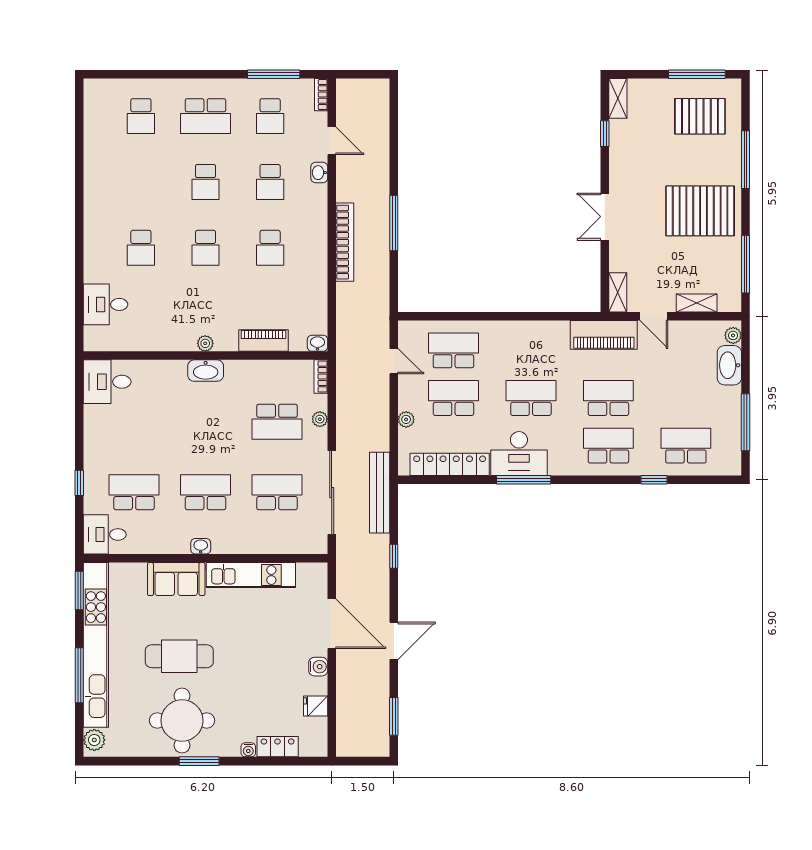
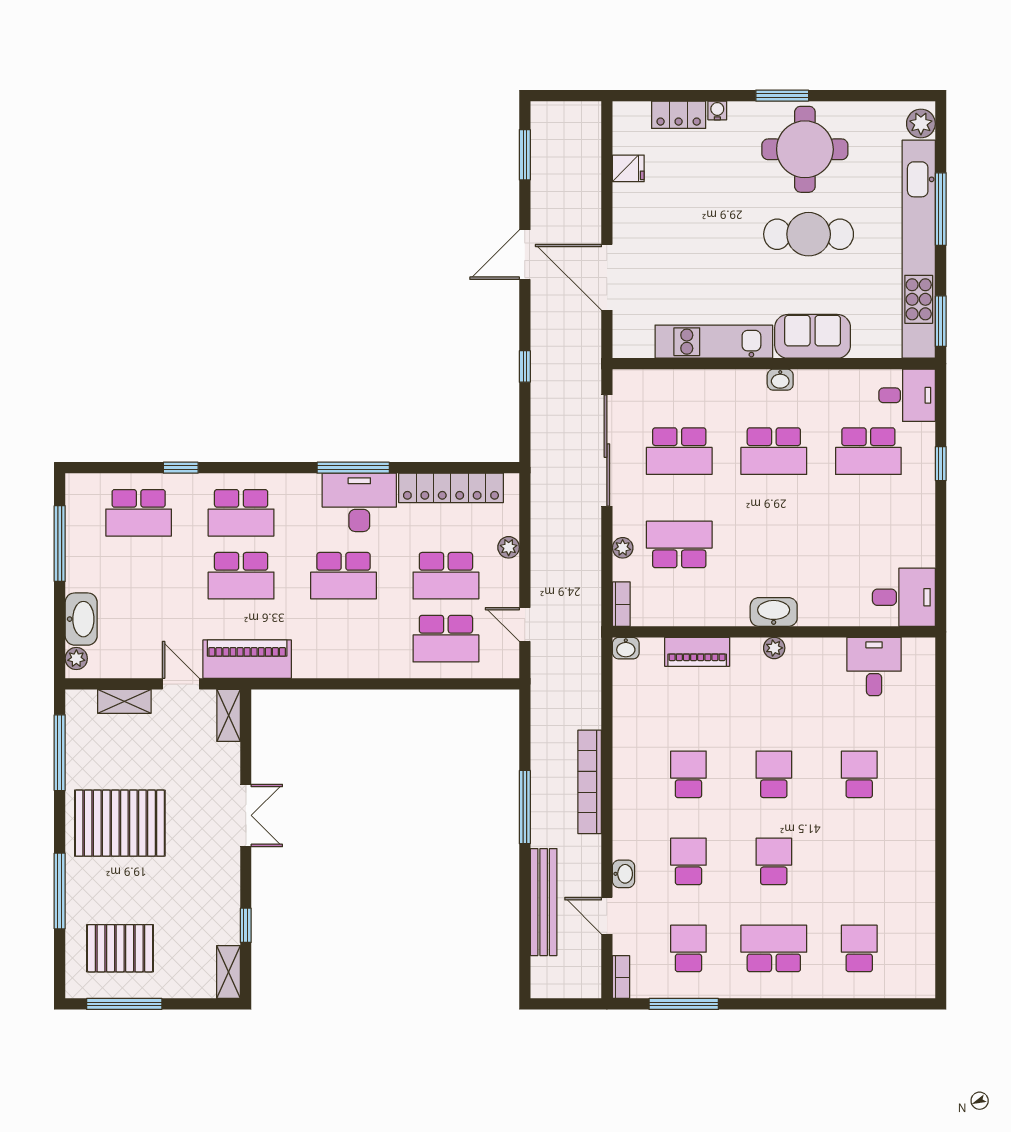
desk: (106, 304) -> (874, 667), moved, turned -90
bench: (380, 493) -> (544, 902), moved
water cooler: (318, 667) -> (625, 221), removed

